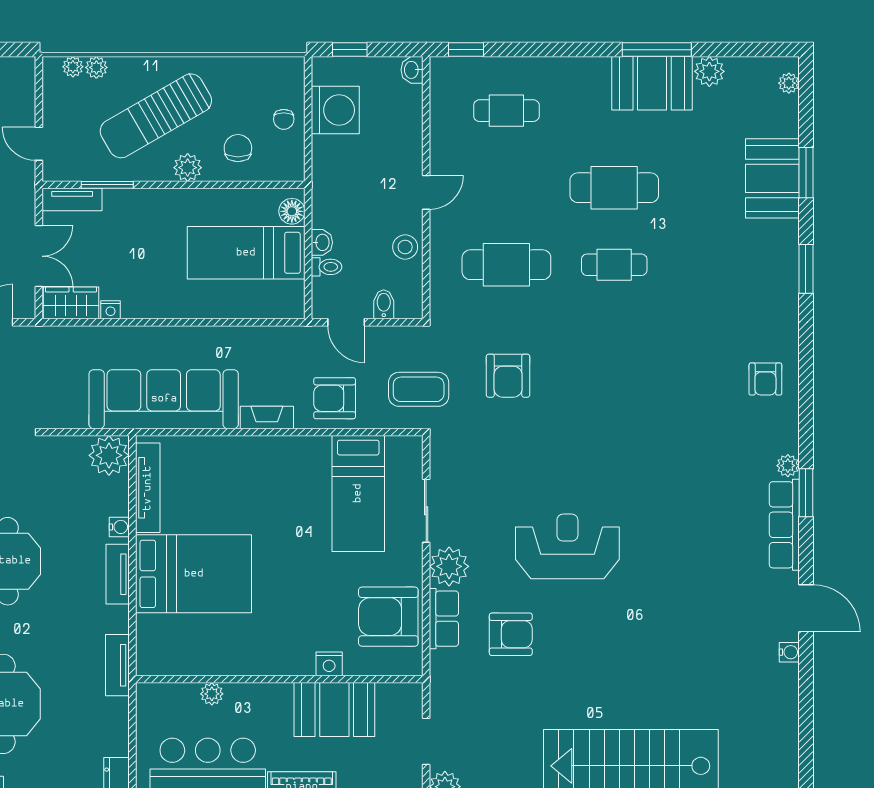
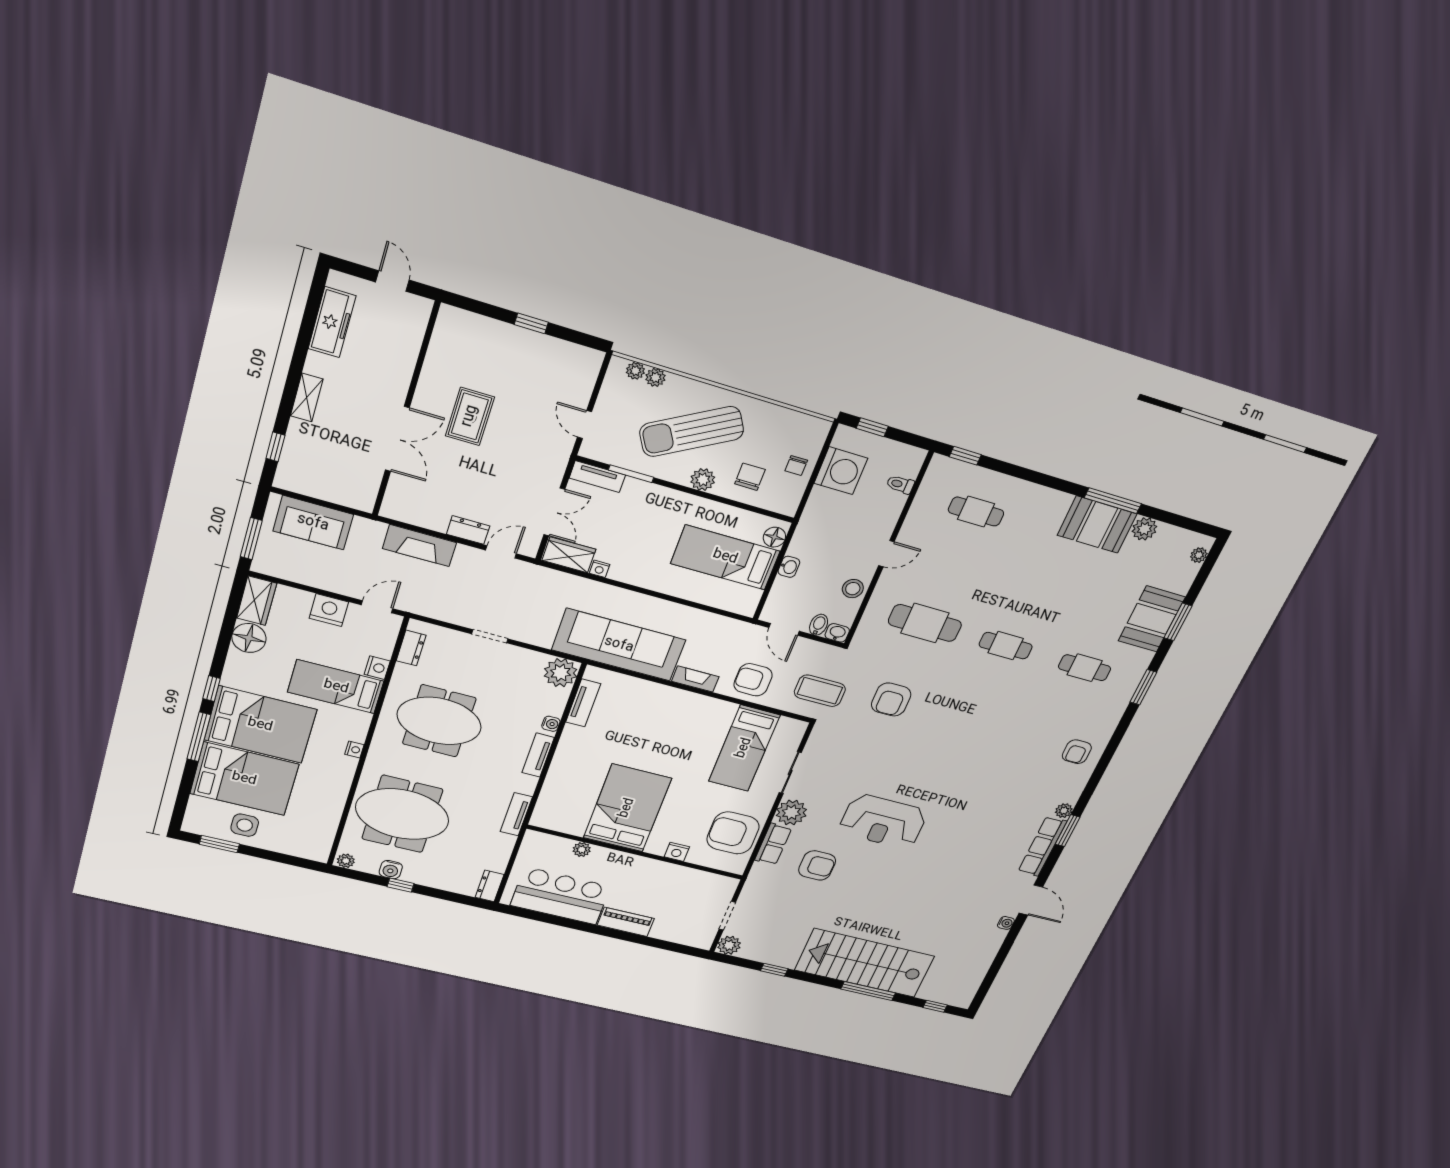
washbasin: (412, 70) -> (837, 633), moved, turned 90
cafe table: (614, 188) -> (1085, 668), moved, width x0.73, depth x0.74
toilet: (327, 267) -> (900, 484), moved, turned 180
tv unit: (148, 488) -> (583, 703), width x0.71
reception desk: (567, 546) -> (883, 821), turned 180
bed: (194, 574) -> (627, 808), moved, turned -90
booth: (334, 710) -> (669, 881), removed

